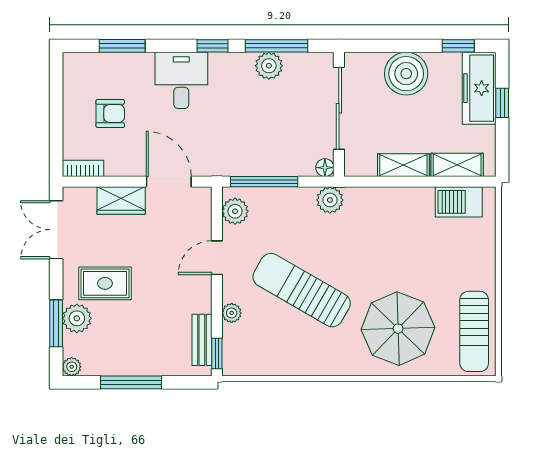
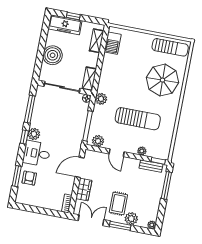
window: (458, 46) -> (45, 30), removed
plant: (269, 66) -> (34, 134), moved
armchair: (110, 113) -> (29, 178), moved
shelving: (403, 165) -> (89, 79), moved
double door: (56, 230) -> (91, 220), swing flipped
sun lounger: (302, 290) -> (138, 119), turned -120
window: (56, 323) -> (120, 226), moved
window: (131, 382) -> (166, 185), moved

